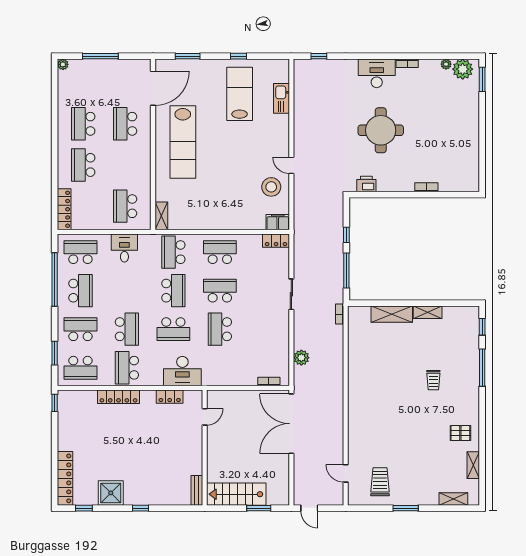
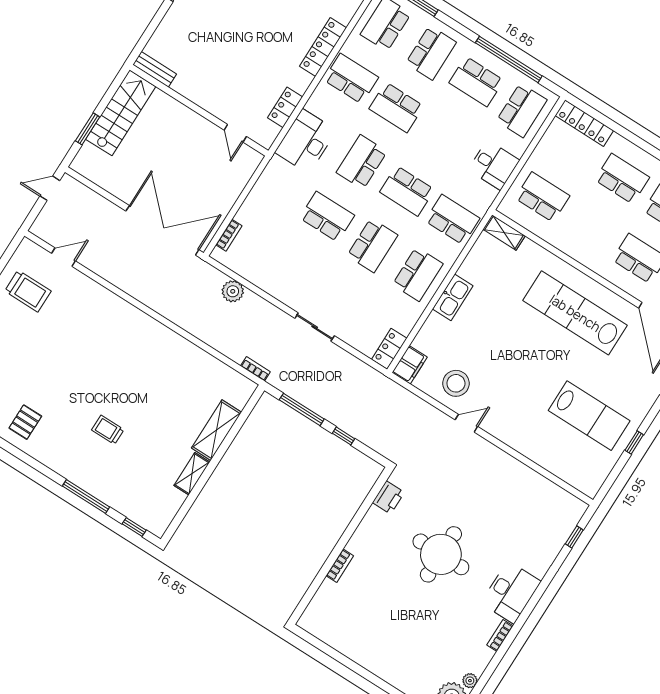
kitchen sink: (281, 98) -> (453, 297), moved, turned 90

